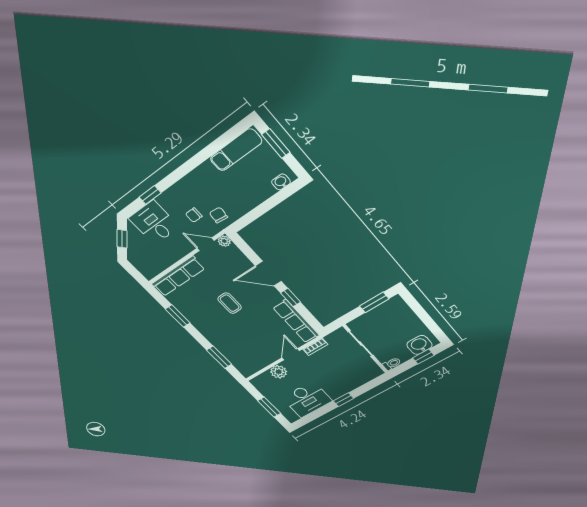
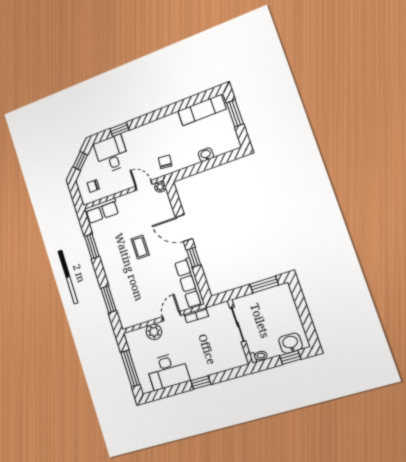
washbasin: (281, 182) -> (206, 155), moved
chair: (194, 215) -> (93, 186), moved
row of seats: (178, 276) -> (102, 211), width x0.68
window: (269, 407) -> (130, 368), width x1.44

